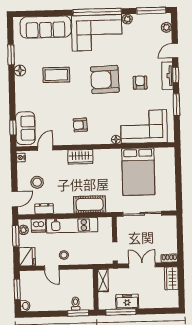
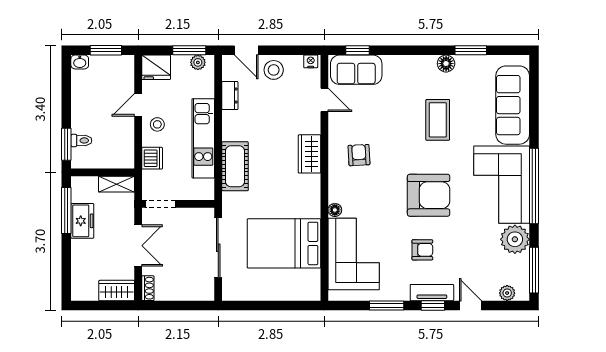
plant: (127, 19) -> (515, 239), width x1.88, depth x1.88
armchair: (105, 79) -> (429, 195), turned 92
stool: (37, 182) -> (274, 70), moved
dishwasher: (39, 226) -> (152, 158), moved, turned 180

